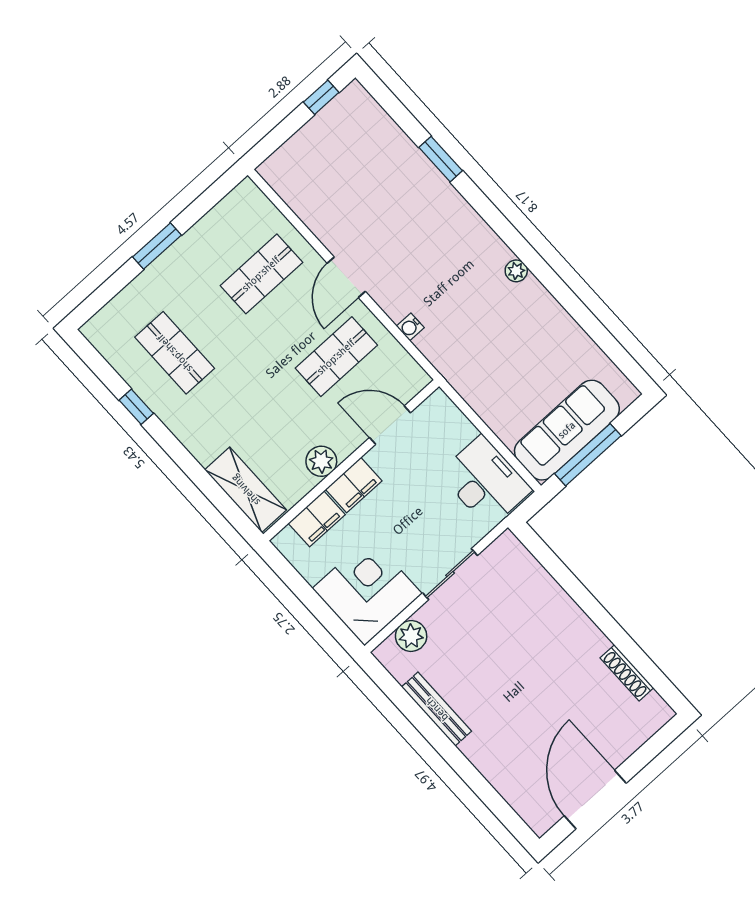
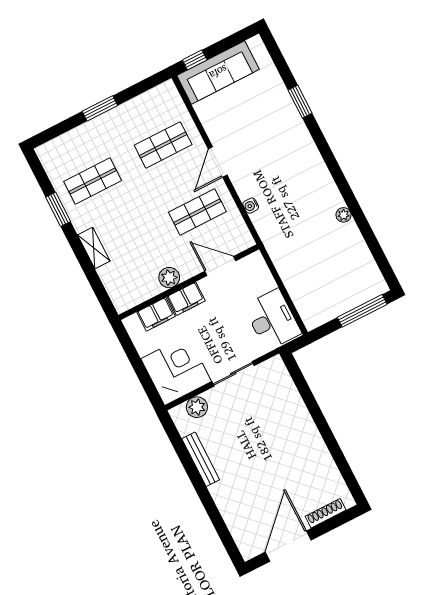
window: (321, 97) -> (195, 60), moved
plant: (516, 271) -> (344, 215), moved
shop shelf: (175, 353) -> (93, 181), turned 90
window: (136, 407) -> (58, 209), width x1.50
sofa: (567, 430) -> (218, 72), moved, turned 180
window: (588, 455) -> (362, 311), moved
shelving: (246, 490) -> (94, 248), moved, width x0.67, depth x0.75
shoe rack: (627, 673) -> (326, 513), moved, turned 90

